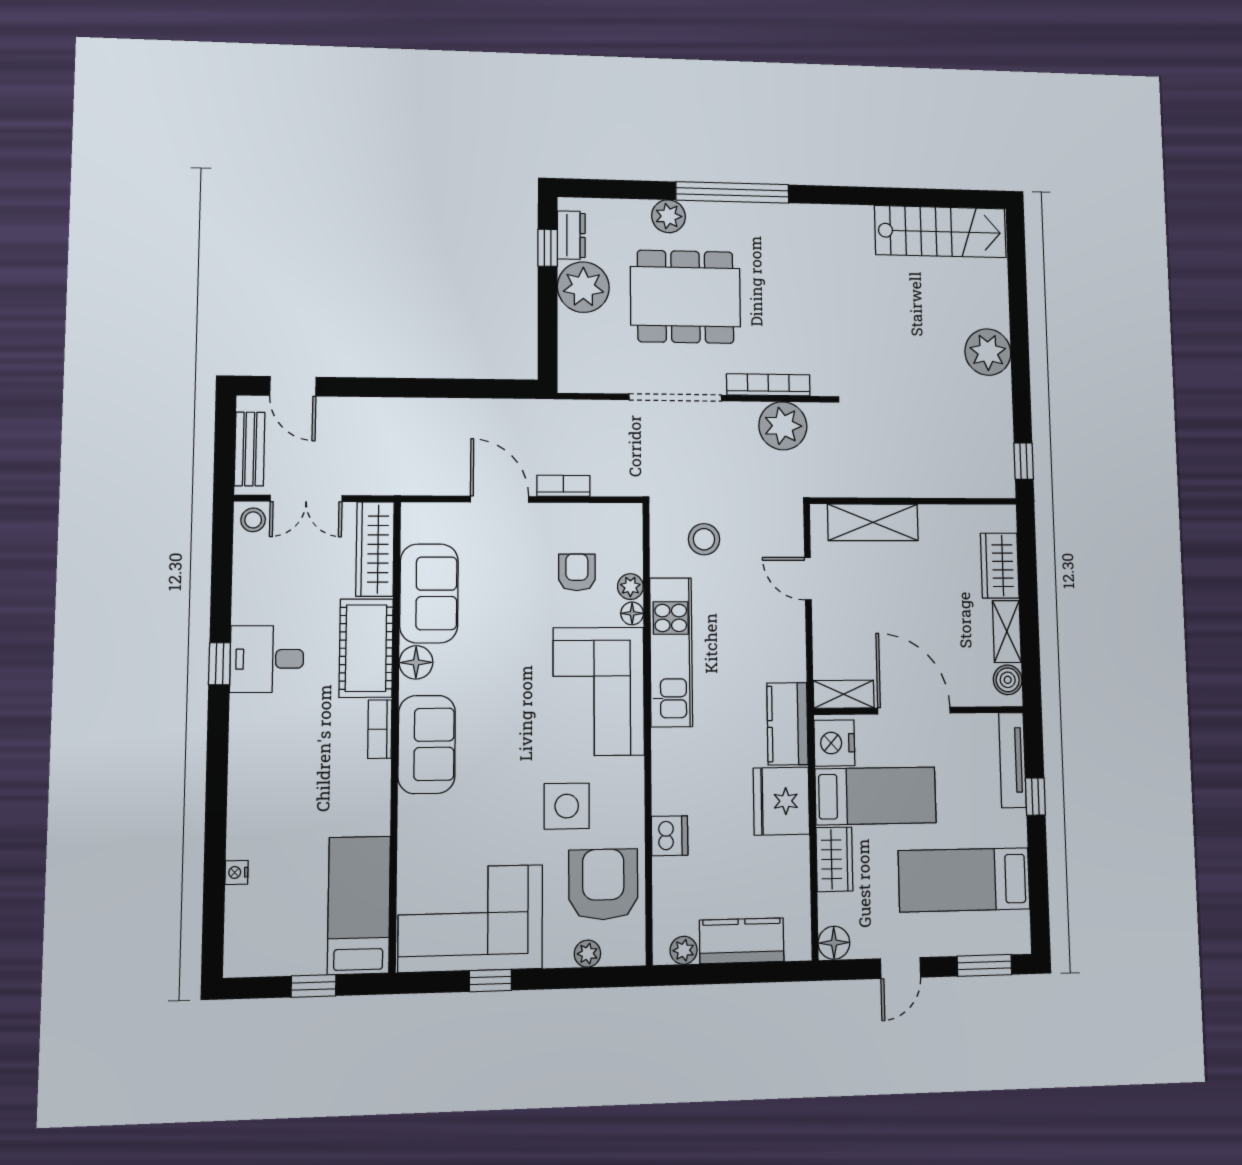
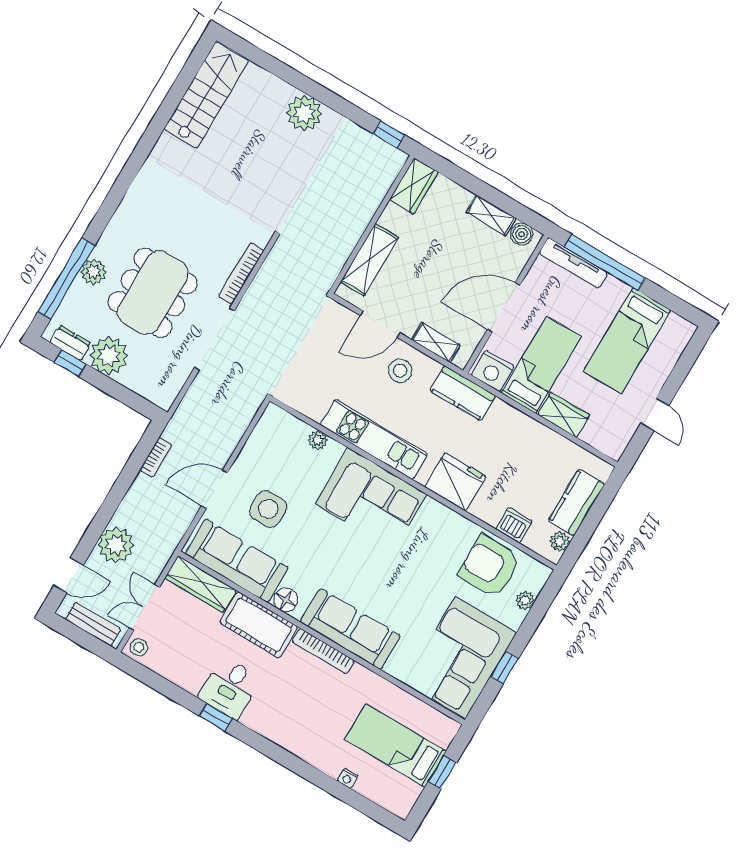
window: (732, 192) -> (66, 279), moved
plant: (783, 426) -> (116, 545), moved
bookcase: (563, 486) -> (156, 457), moved, turned 180
double door: (306, 498) -> (144, 608), swing flipped
stool: (704, 539) -> (400, 371), moved
wardrobe: (1000, 566) -> (414, 186), moved, turned -90
armchair: (577, 572) -> (289, 468), removed
door: (808, 579) -> (380, 324), width x1.38
sofa: (429, 593) -> (237, 561), width x1.36
floor lamp: (632, 613) -> (335, 449), removed
shelving: (844, 694) -> (436, 342), moved, turned 90
bookcase: (380, 729) -> (323, 651), width x1.56
sofa: (427, 744) -> (350, 629), width x1.36
window: (1035, 797) -> (605, 262), width x3.17
fridge: (781, 801) -> (455, 482), moved, turned 180
side table: (567, 806) -> (268, 509), moved
dishwasher: (670, 836) -> (514, 525), moved
bed: (359, 905) -> (395, 745), moved
floor lamp: (834, 943) -> (614, 446), removed
window: (984, 965) -> (687, 361), removed

